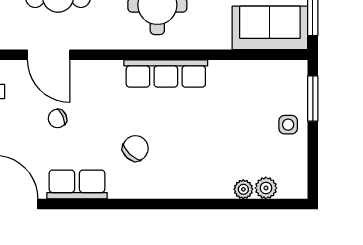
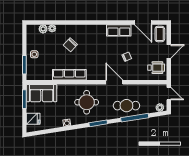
door: (49, 55) -> (114, 82), moved
row of seats: (166, 74) -> (69, 75), moved
chair: (135, 148) -> (70, 45), moved

